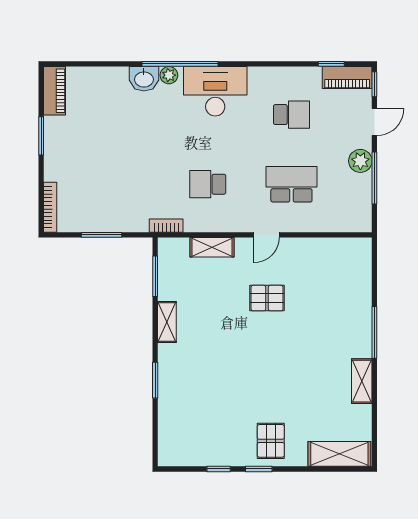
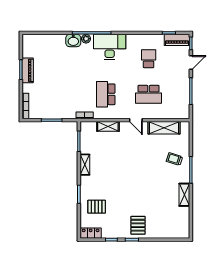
piano: (55, 91) -> (28, 70), moved
school desk: (291, 115) -> (149, 59), turned -90
plant: (360, 161) -> (184, 82), removed
school desk: (208, 184) -> (106, 94), width x1.85
school desk: (291, 184) -> (149, 94), turned 180
door: (267, 235) -> (136, 120), hinge flipped
pallet: (267, 298) -> (97, 207), moved
trolley: (342, 311) -> (174, 159), added
shelving: (339, 454) -> (164, 128), moved
locker: (178, 456) -> (91, 233), added

